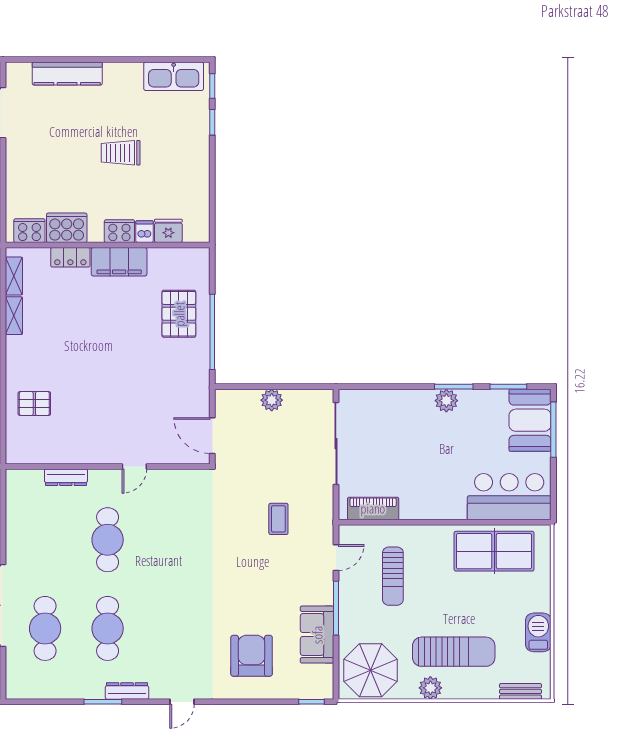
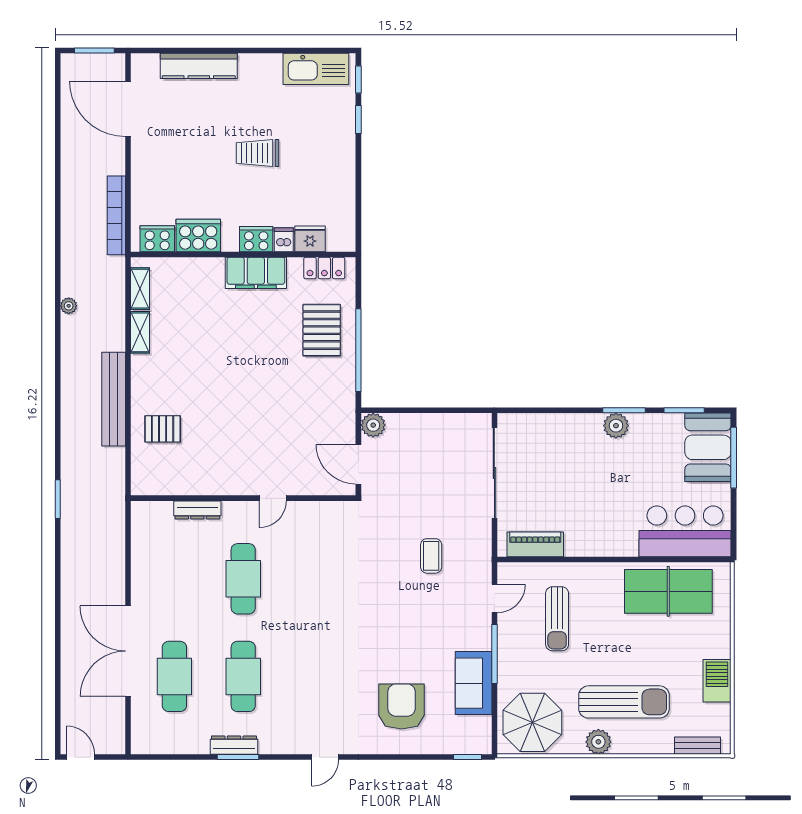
locker: (70, 257) -> (324, 268), moved
plant: (272, 400) -> (373, 425), moved
dresser: (127, 691) -> (234, 745), moved

